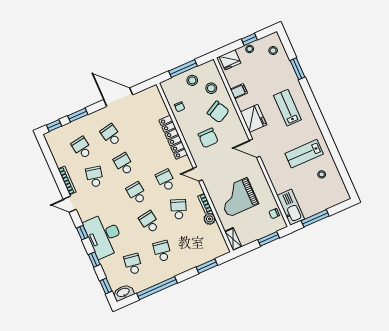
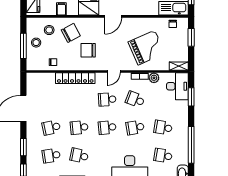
chair: (208, 138) -> (88, 50), turned 180
grand piano: (238, 197) -> (147, 48), turned -114
desk: (212, 247) -> (177, 86), added

